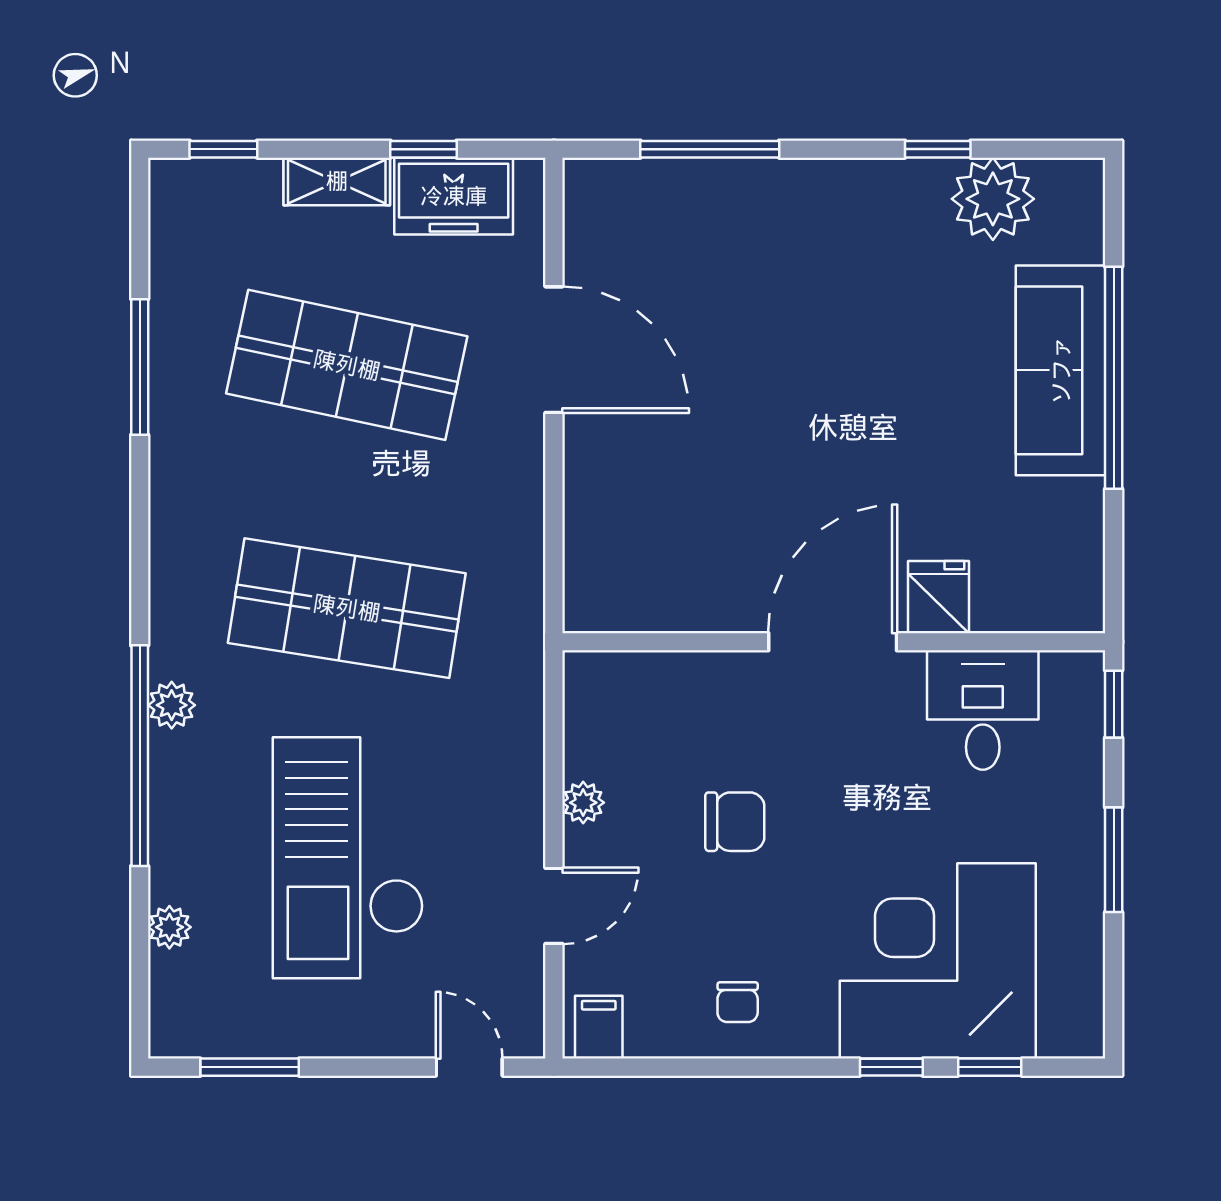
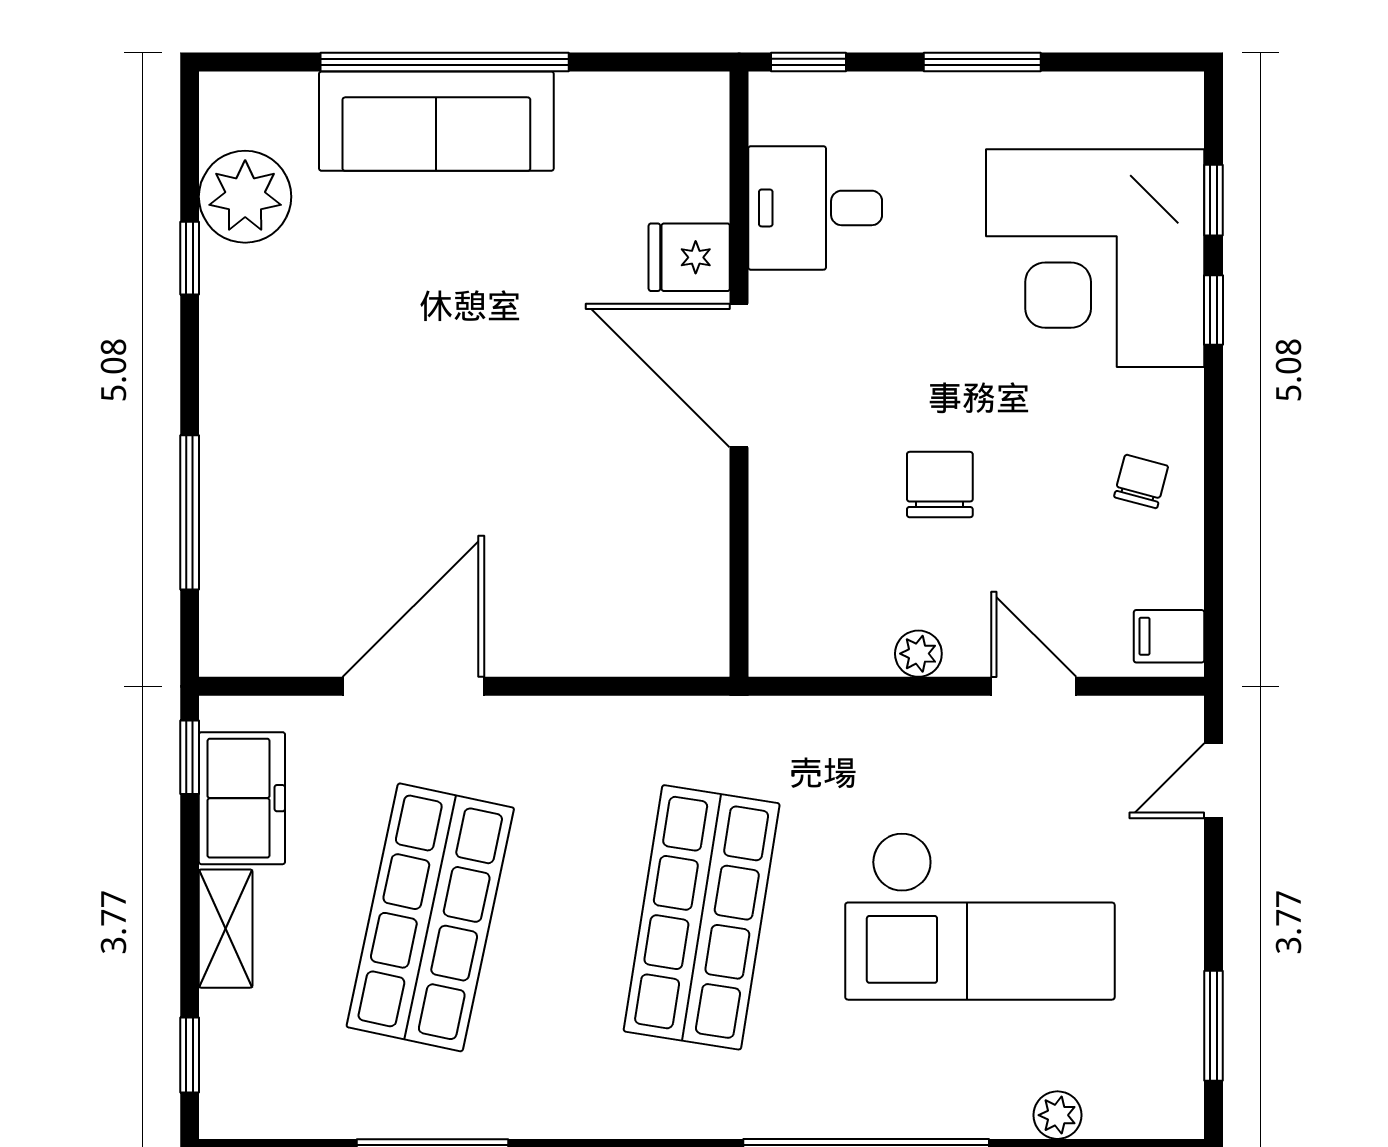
window: (423, 149) -> (190, 757), moved
plant: (172, 705) -> (810, 1113), removed
chair: (738, 1002) -> (1141, 481), turned -75

